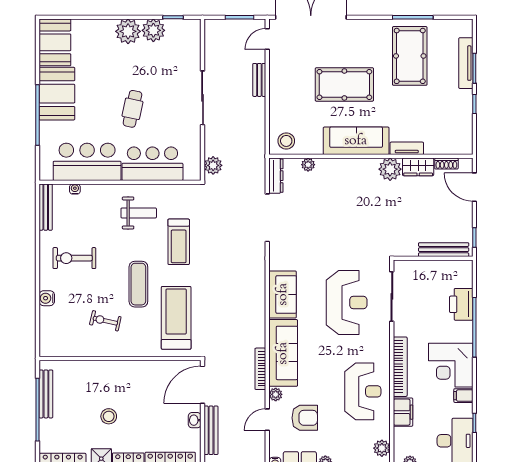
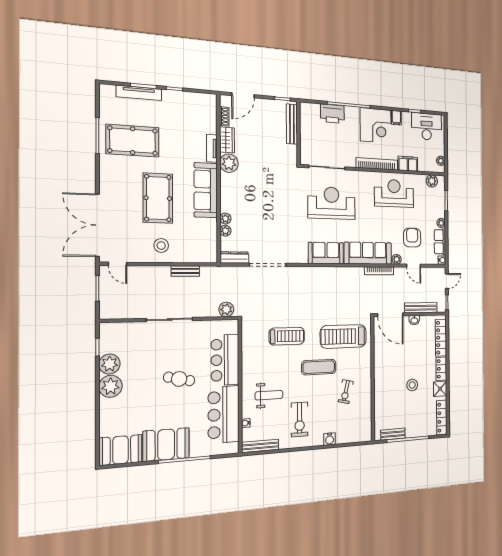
bench: (259, 80) -> (185, 271), moved
stool: (286, 141) -> (161, 246), moved
plant: (323, 165) -> (225, 219), added
weight bench: (139, 213) -> (269, 395), moved, turned 90
bench: (46, 394) -> (393, 434), width x0.73

